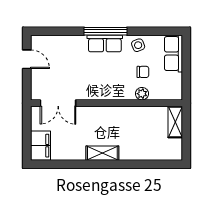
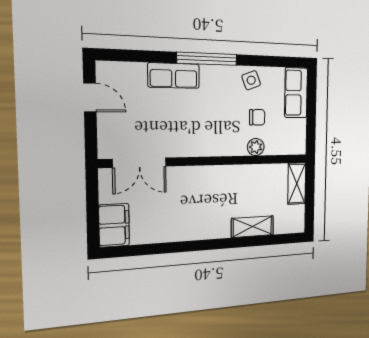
row of seats: (105, 43) -> (174, 76), moved
shelving: (102, 153) -> (252, 227), moved

